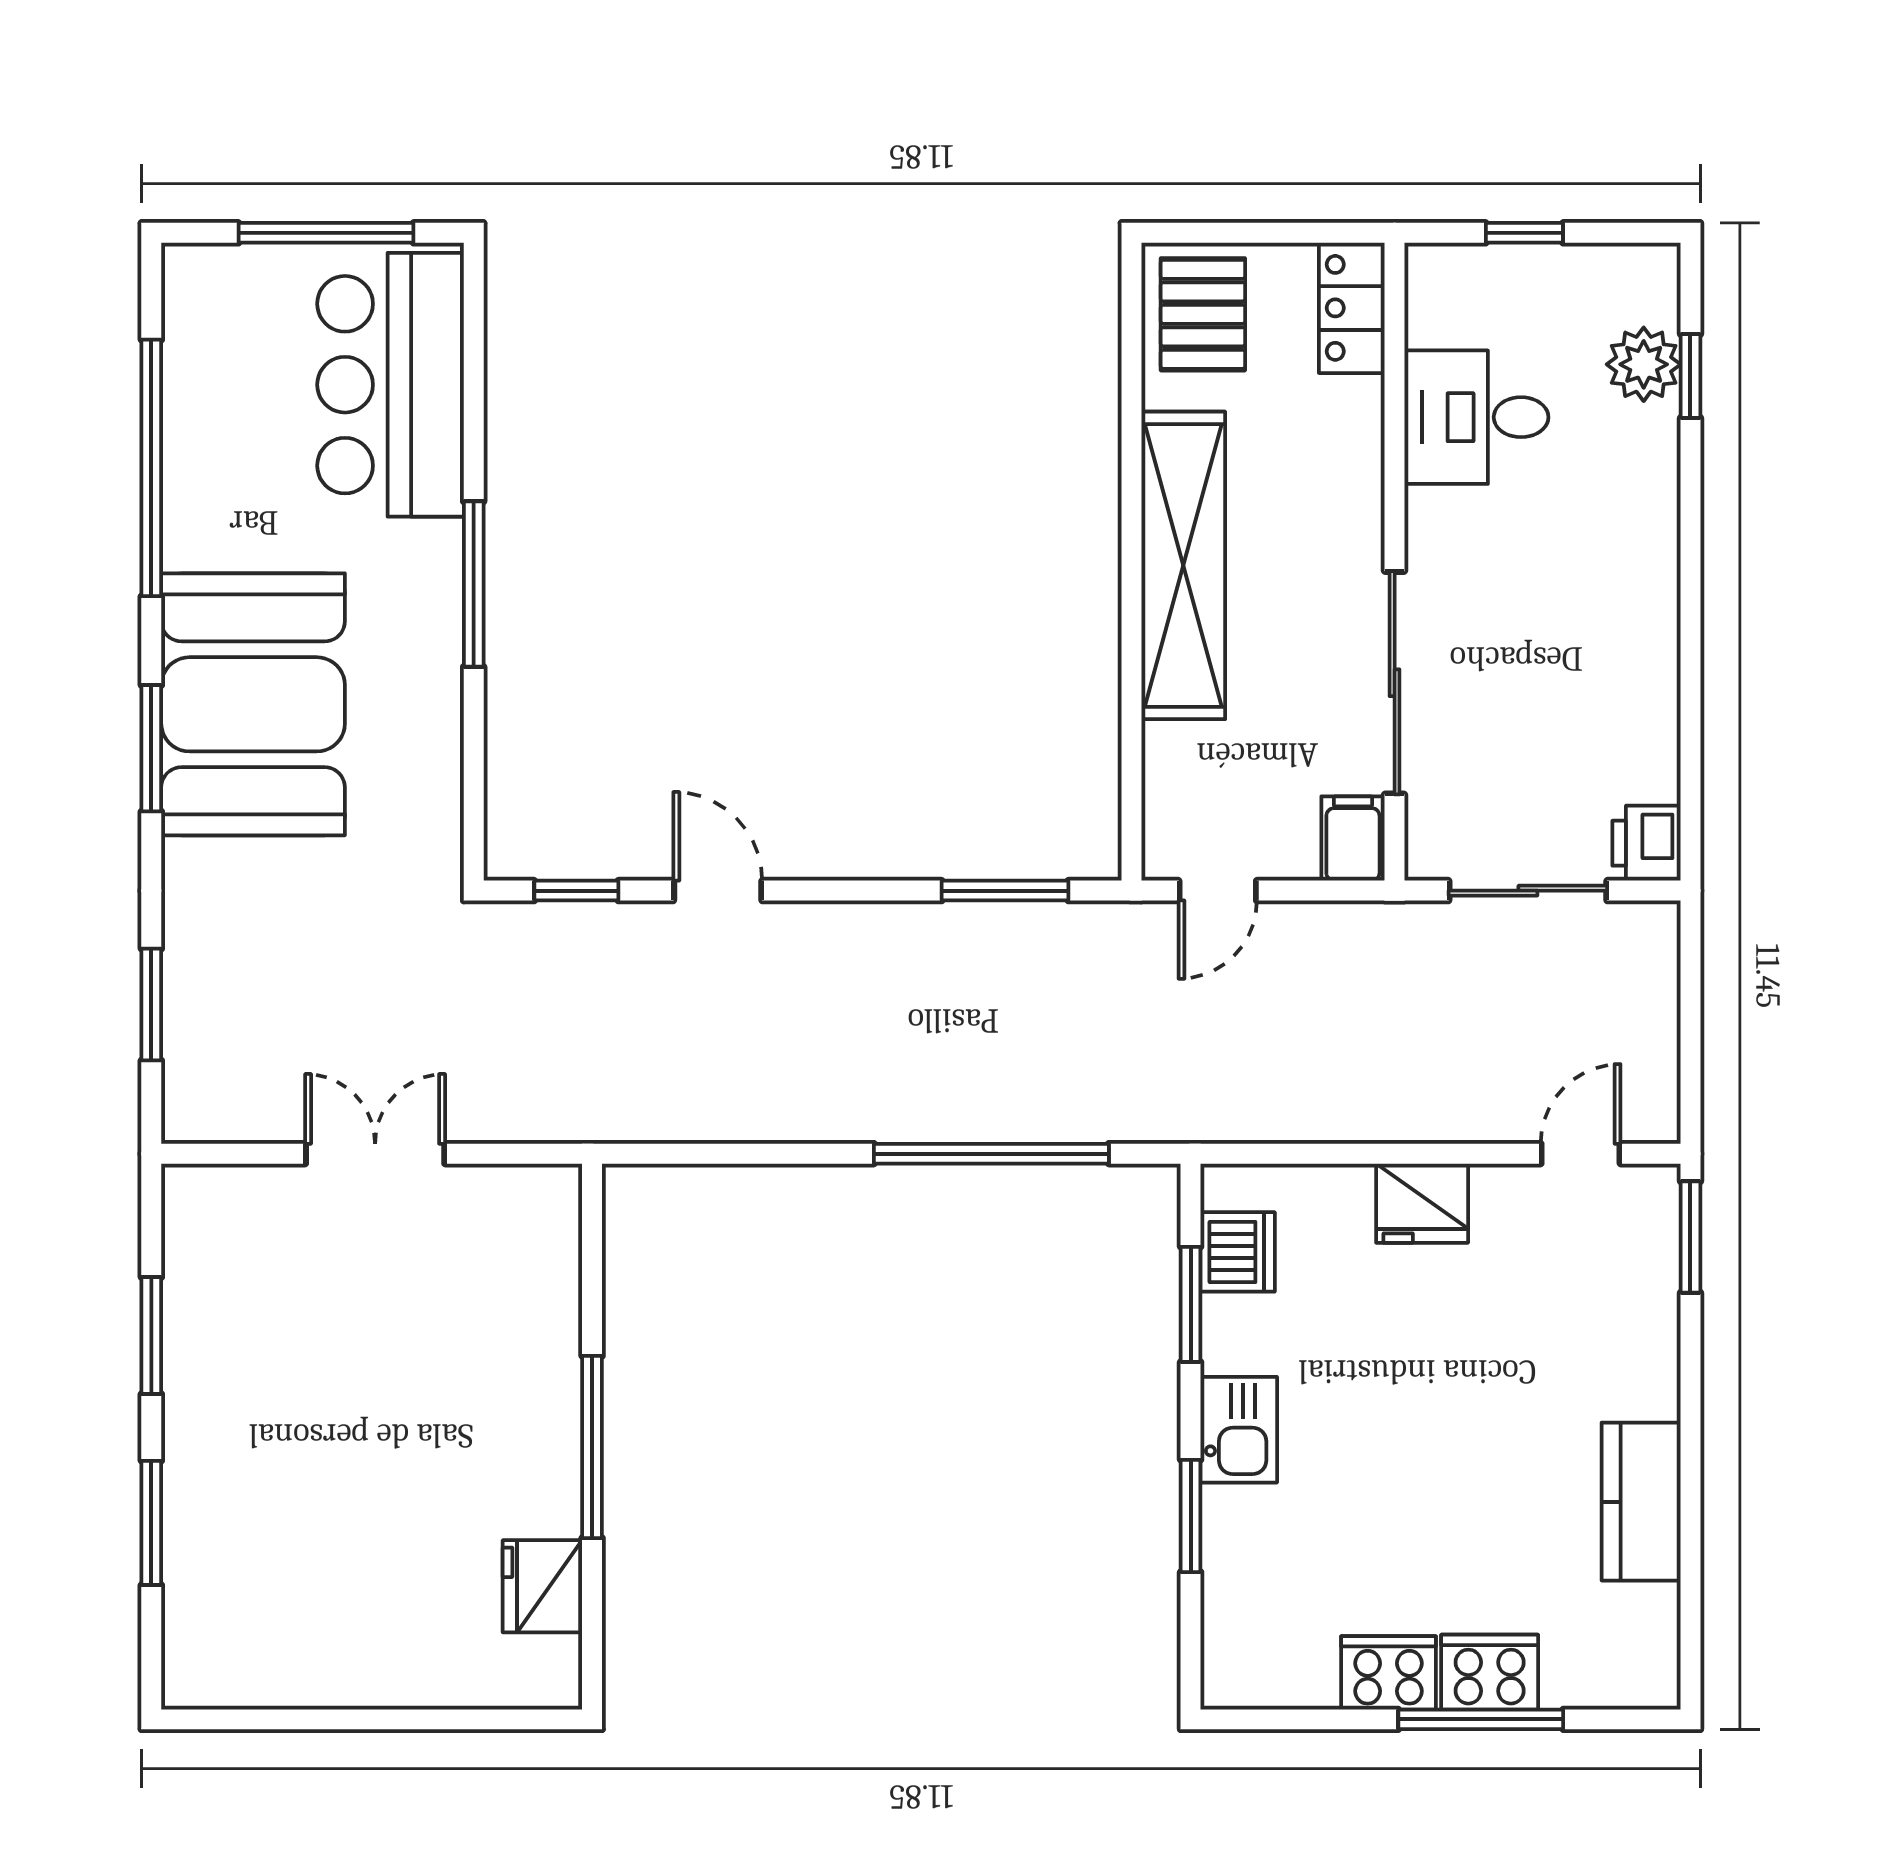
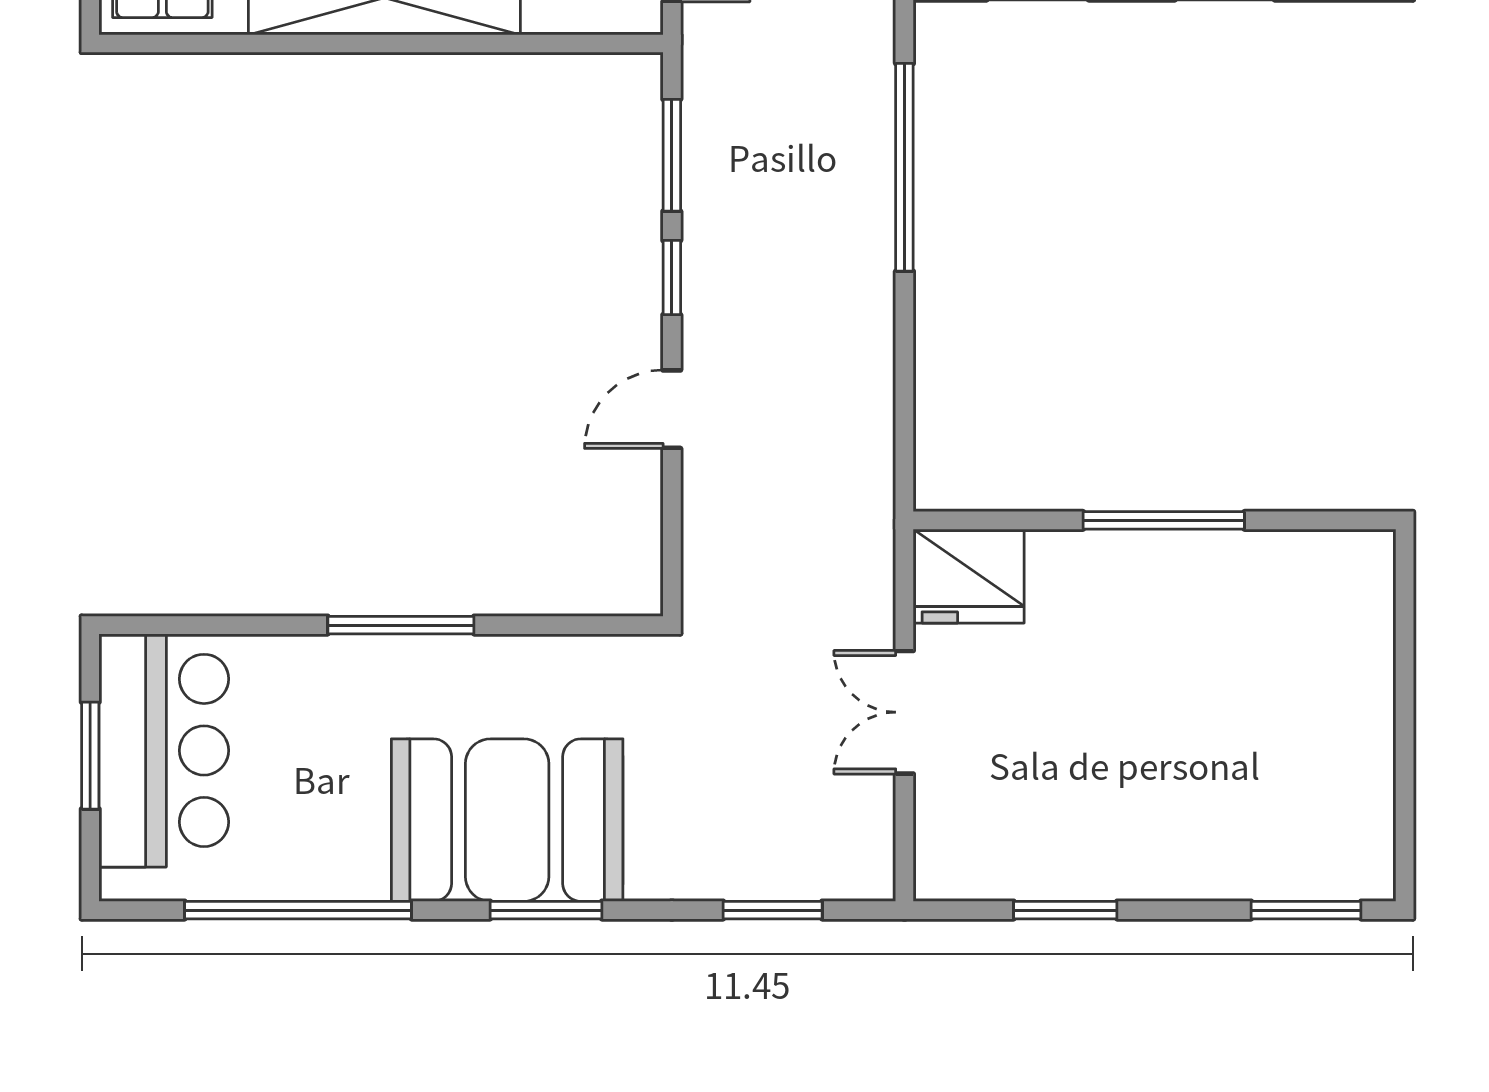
window: (326, 233) -> (90, 756), width x0.69
bar counter: (390, 385) -> (164, 750), moved, turned -90
window: (576, 891) -> (672, 278), moved
window: (151, 1523) -> (1306, 910), moved
fridge: (542, 1586) -> (969, 576), moved, width x1.36, depth x1.34

